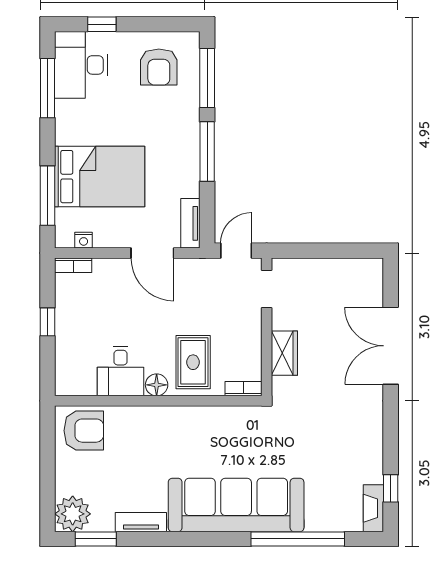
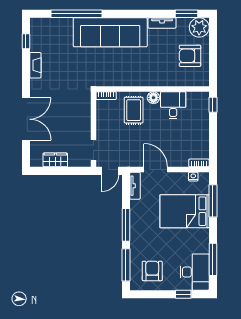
window: (47, 322) -> (213, 105), moved
wardrobe: (284, 353) -> (55, 160), moved, turned 90
armchair: (84, 431) -> (190, 56), moved
fireplace: (373, 508) -> (35, 65), moved

